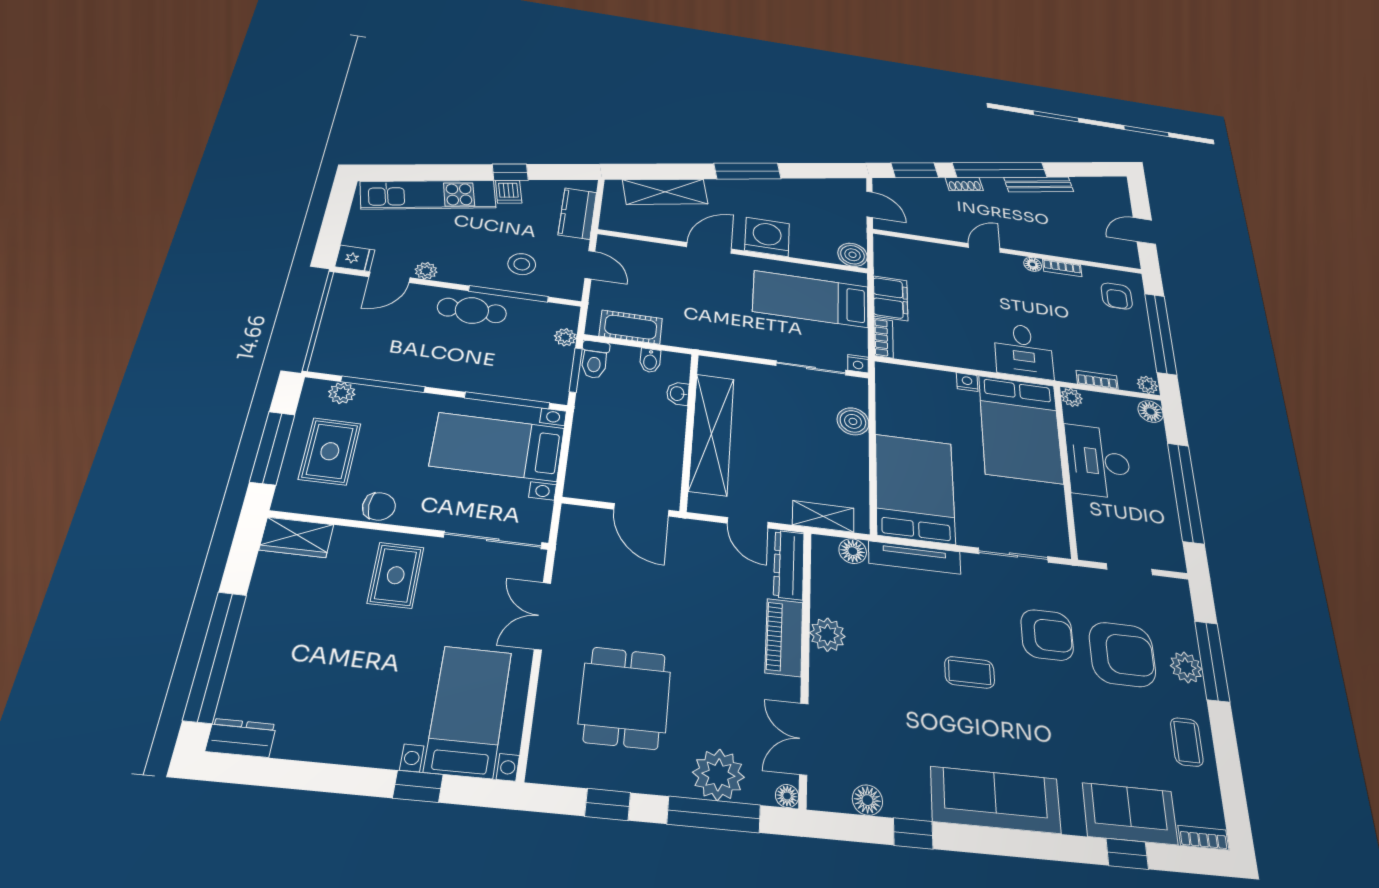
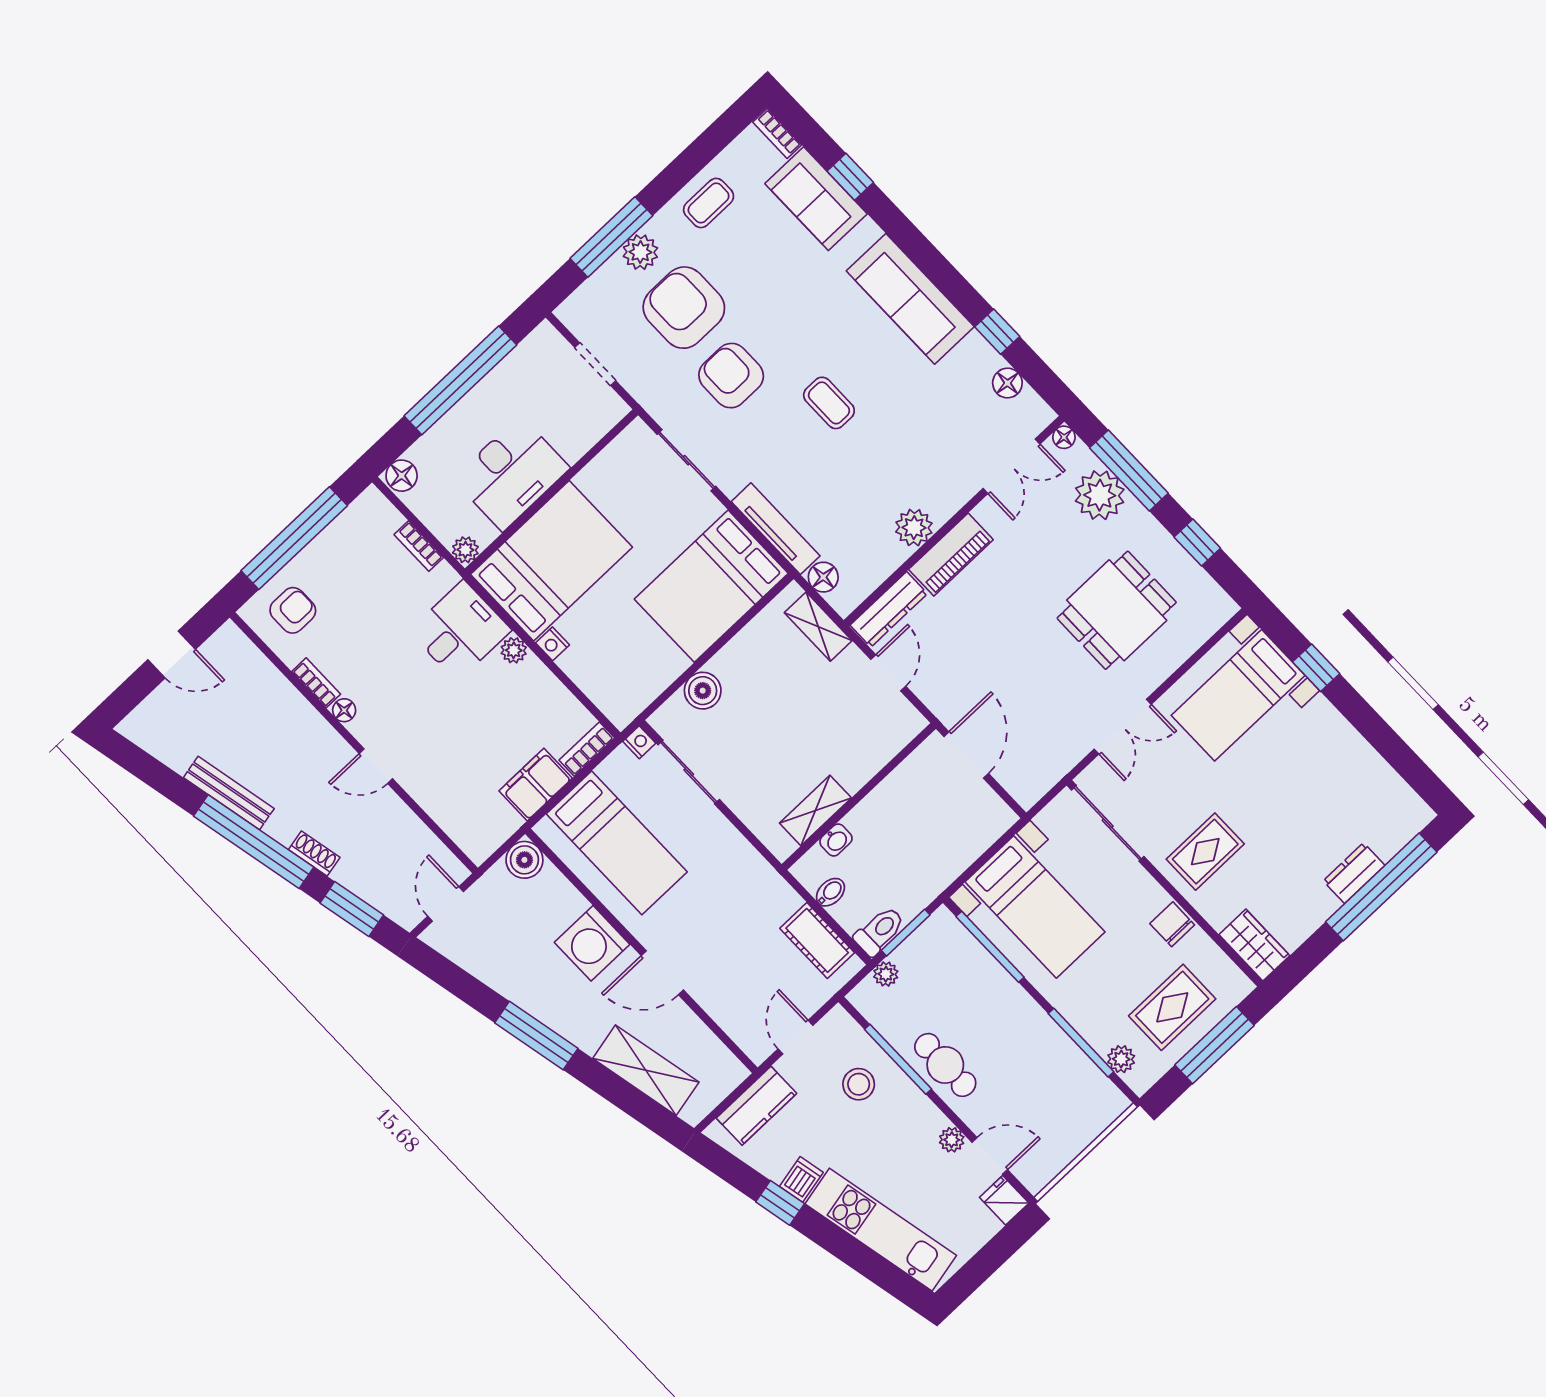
plant: (1147, 385) -> (514, 650), moved
shelving: (712, 434) -> (815, 811), width x0.45, depth x0.75
dresser: (241, 738) -> (1354, 873), moved, turned 90

